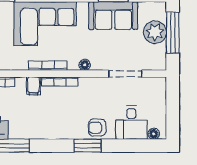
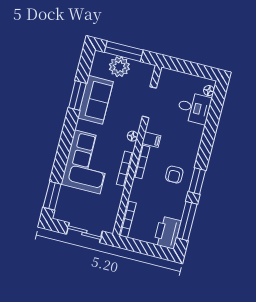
filing cabinet: (34, 86) -> (151, 140), moved
armchair: (97, 128) -> (174, 175), moved
window: (88, 146) -> (197, 181), moved

